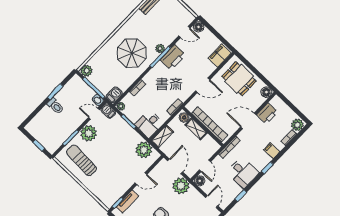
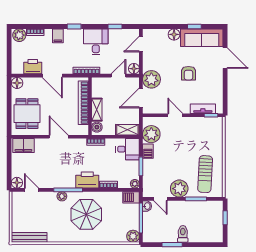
printer: (173, 57) -> (87, 180), moved
barbecue: (108, 111) -> (148, 151), moved

